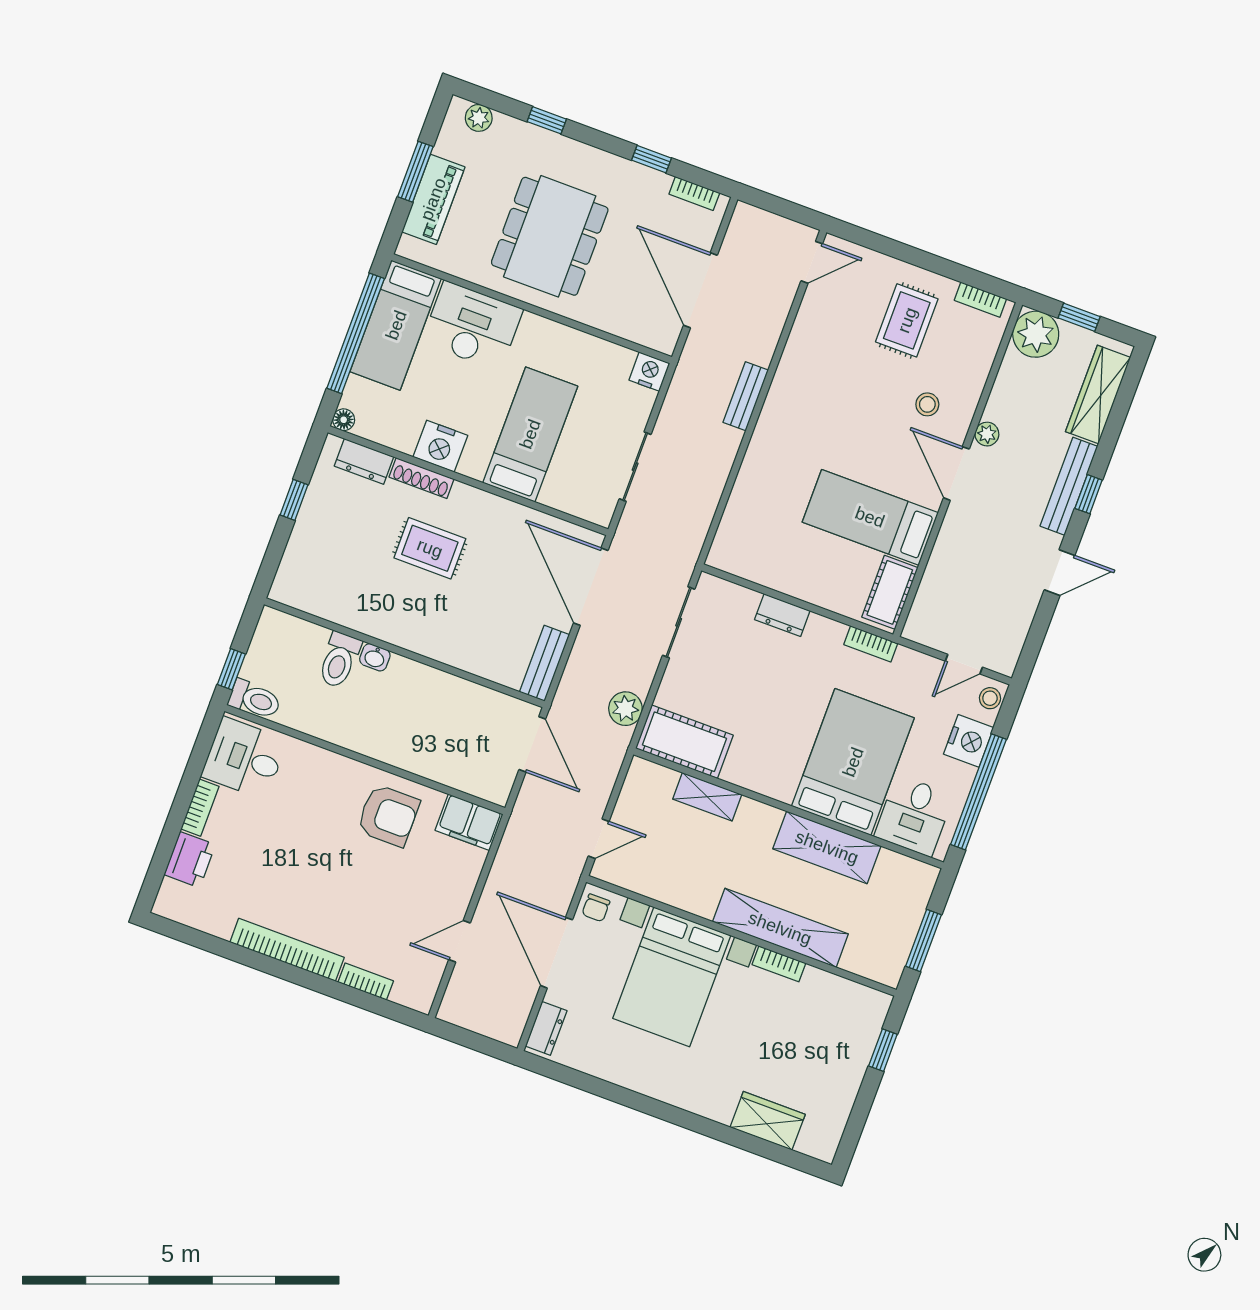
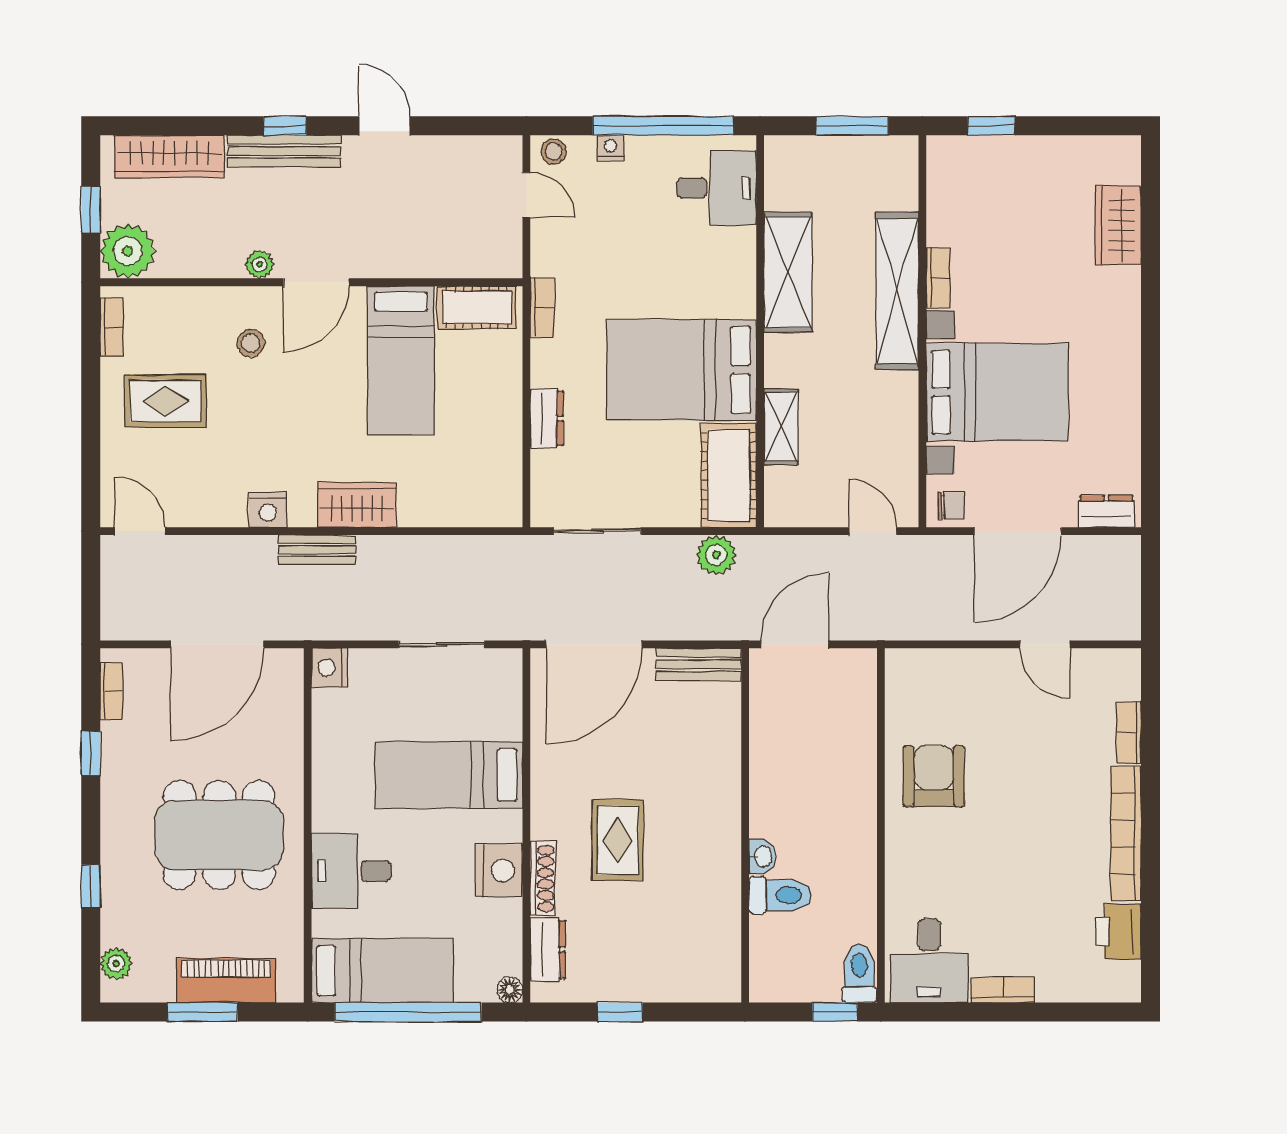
desk: (472, 326) -> (351, 871), width x0.73
nightstand: (791, 369) -> (268, 510), added
wardrobe: (770, 441) -> (357, 505), added
nightstand: (969, 741) -> (610, 148), width x0.53, depth x0.56
bed: (853, 762) -> (682, 370), moved
filing cabinet: (469, 822) -> (908, 683), removed
printer: (190, 860) -> (1118, 931), moved, turned -90

